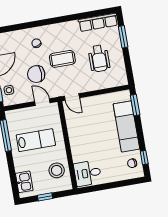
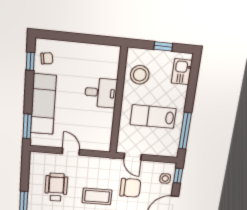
door: (72, 97) -> (71, 152), moved
desk: (88, 173) -> (101, 93), moved

